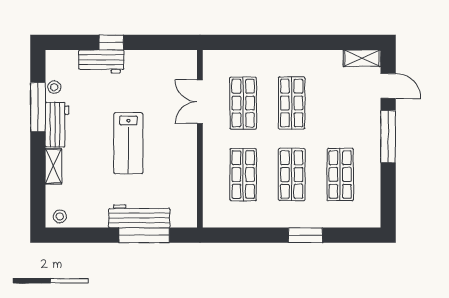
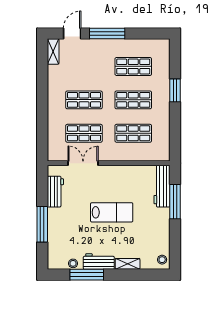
window: (111, 42) -> (42, 224), width x2.17
workbench: (101, 62) -> (55, 192), moved
double door: (200, 102) -> (83, 163), swing flipped
workbench: (139, 216) -> (162, 186), moved

